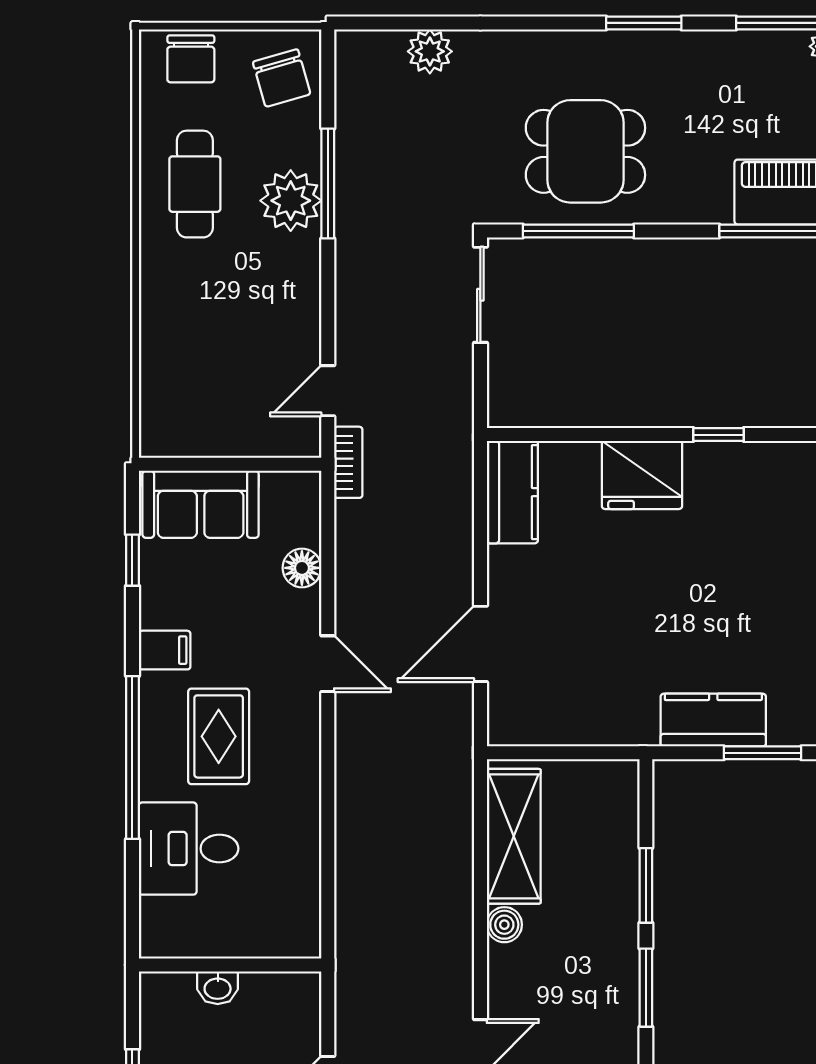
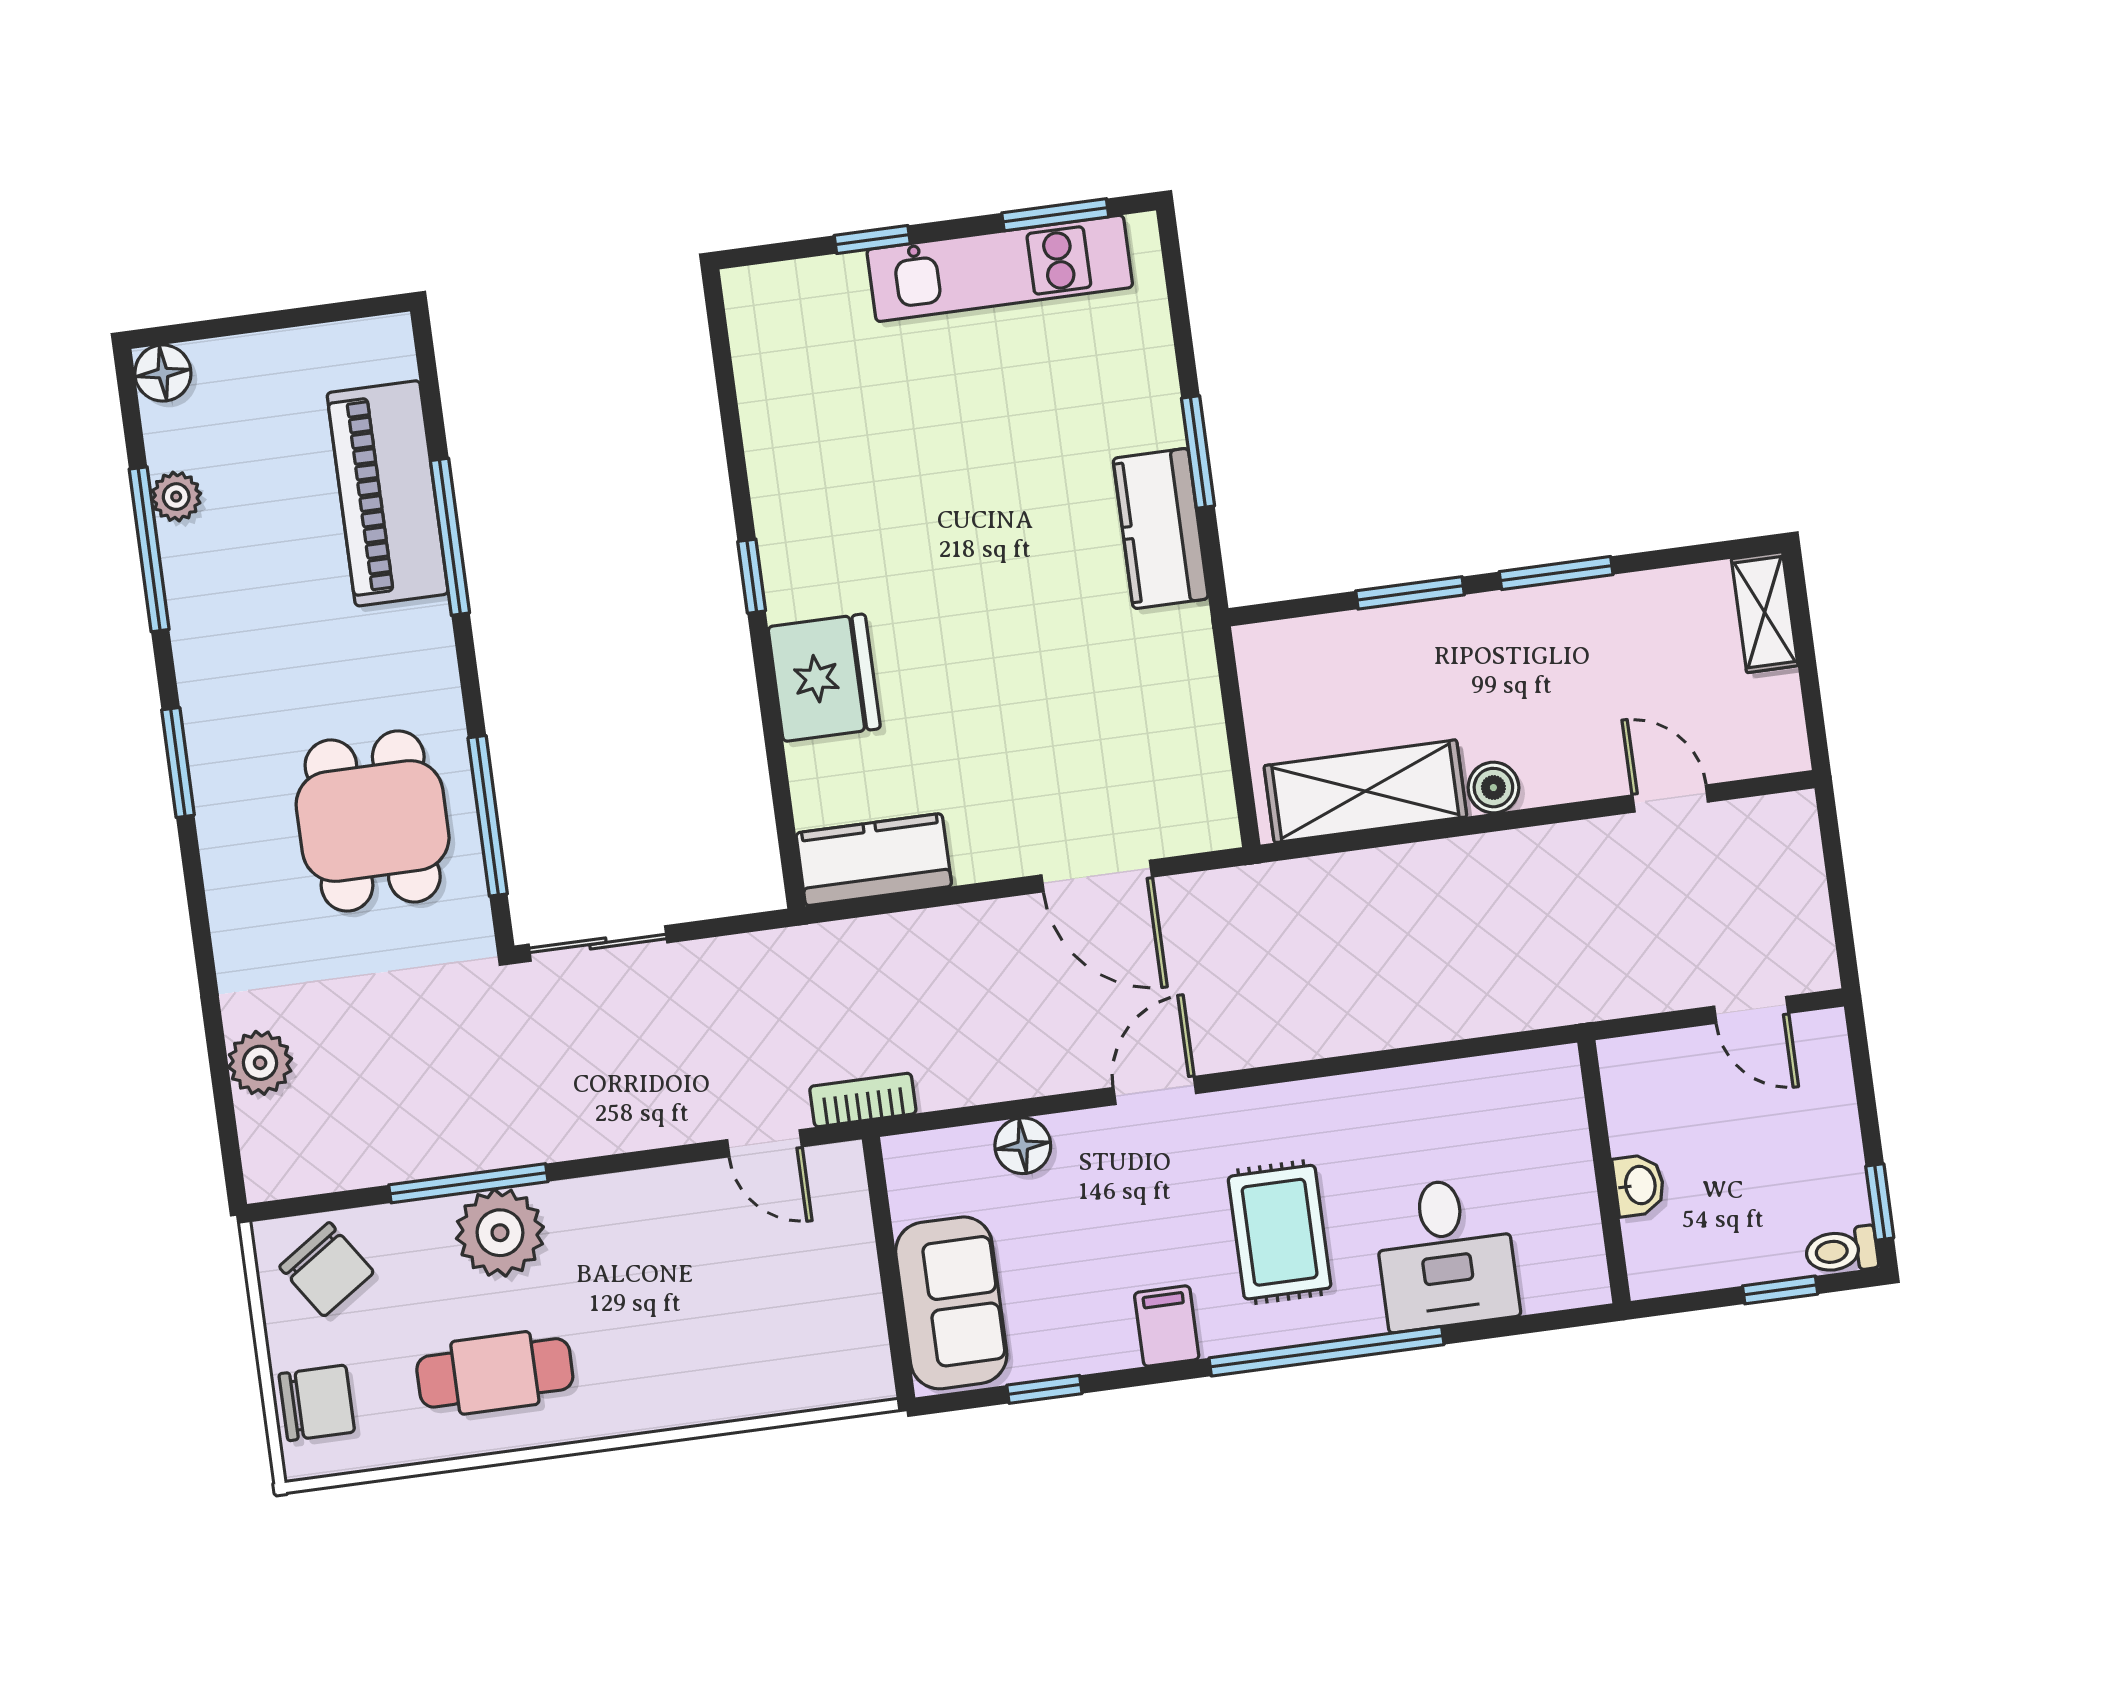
chair: (282, 78) -> (327, 1269), turned 72
rug: (219, 736) -> (1280, 1232), turned 90

